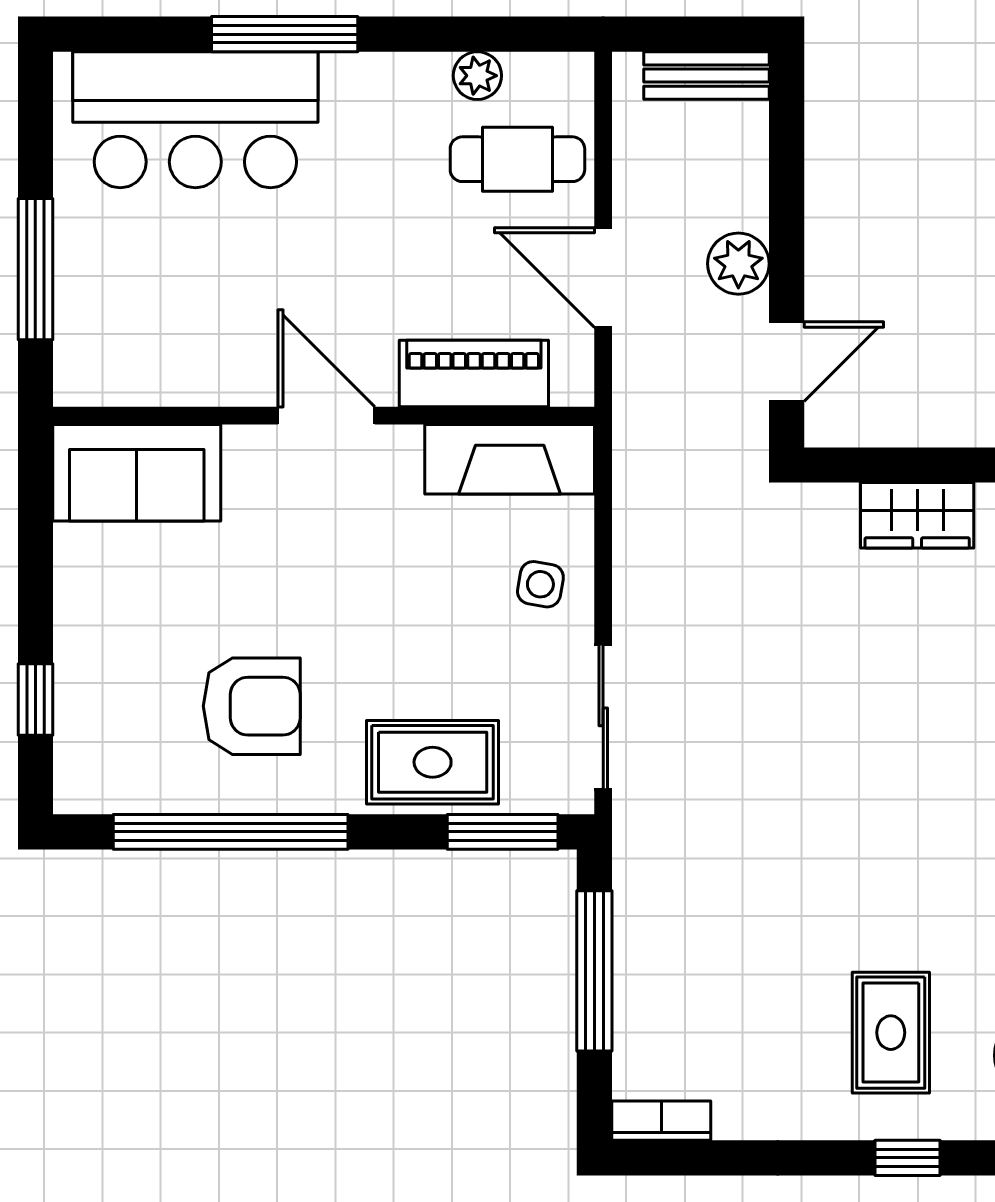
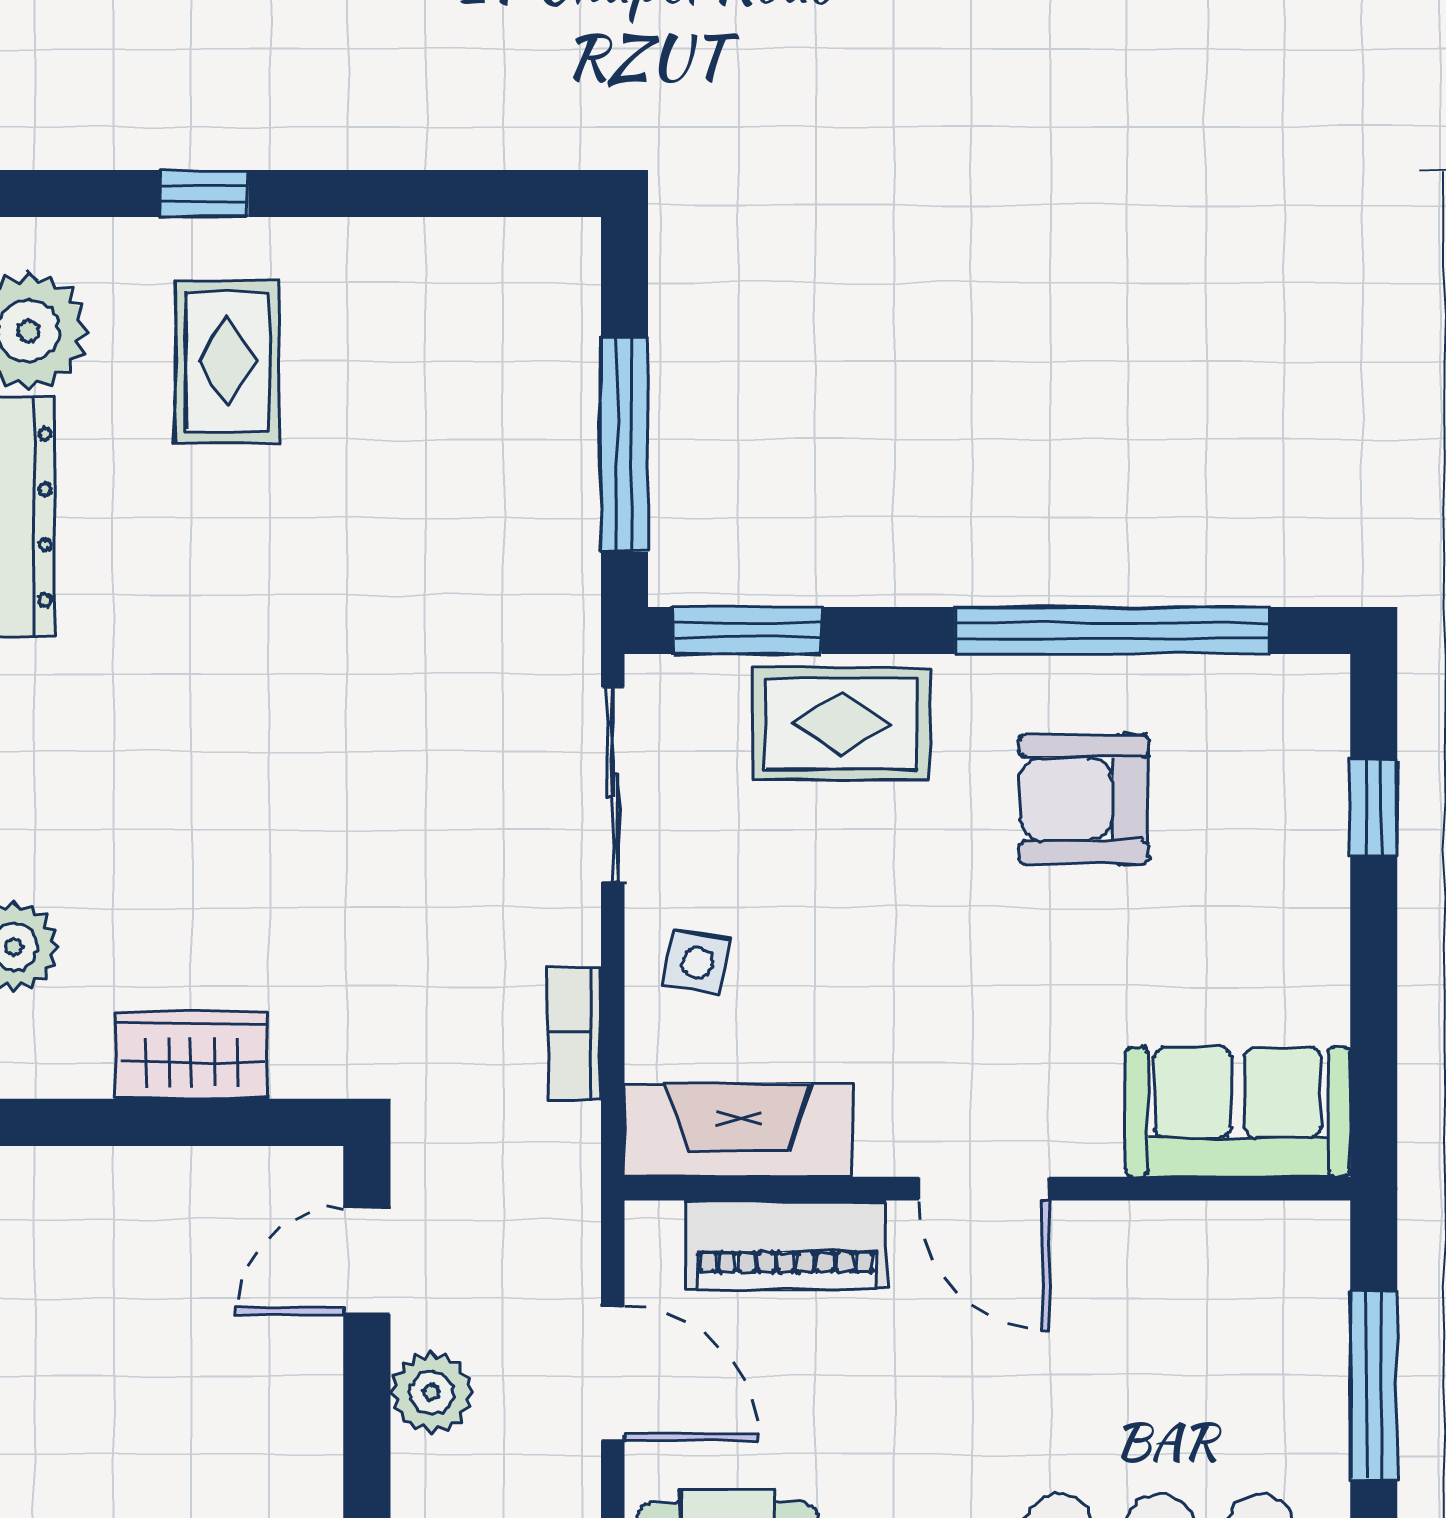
bookcase: (661, 1121) -> (575, 1033), moved, turned 90

